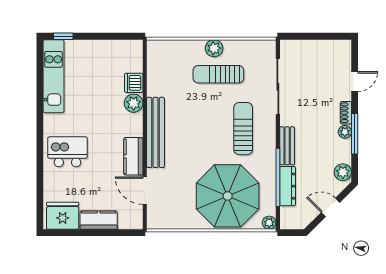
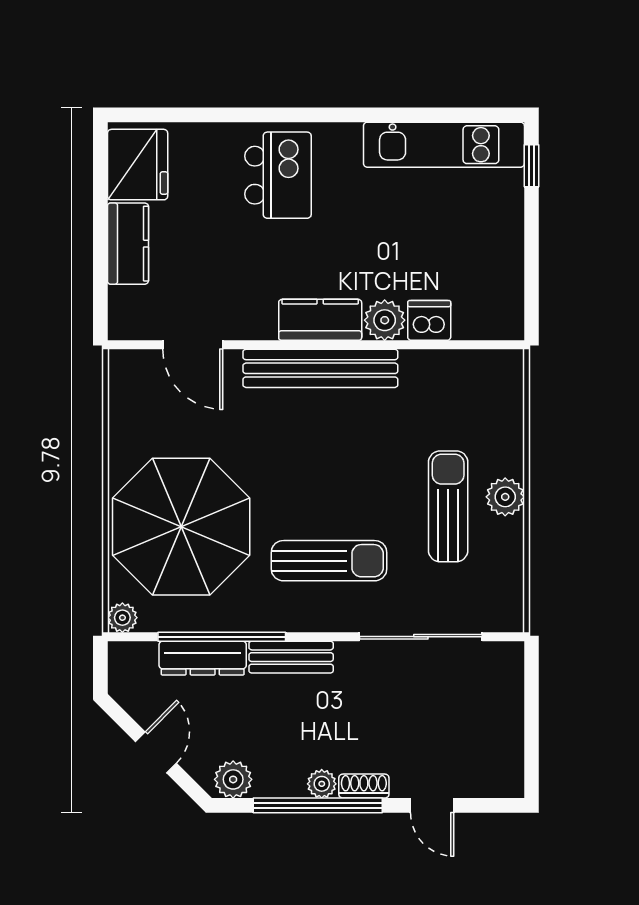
window: (355, 134) -> (318, 805), width x1.46
kitchen counter: (133, 156) -> (320, 320), moved
door: (145, 191) -> (193, 345), swing flipped

